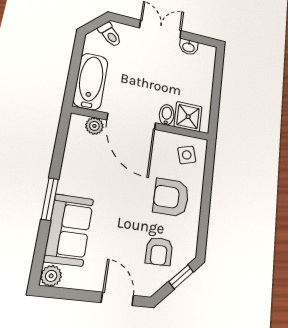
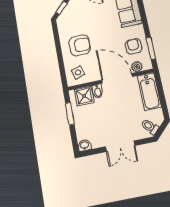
washbasin: (189, 47) -> (84, 145), moved
window: (215, 101) -> (70, 114), added
window: (50, 199) -> (151, 48), moved
armchair: (159, 251) -> (133, 46), moved

